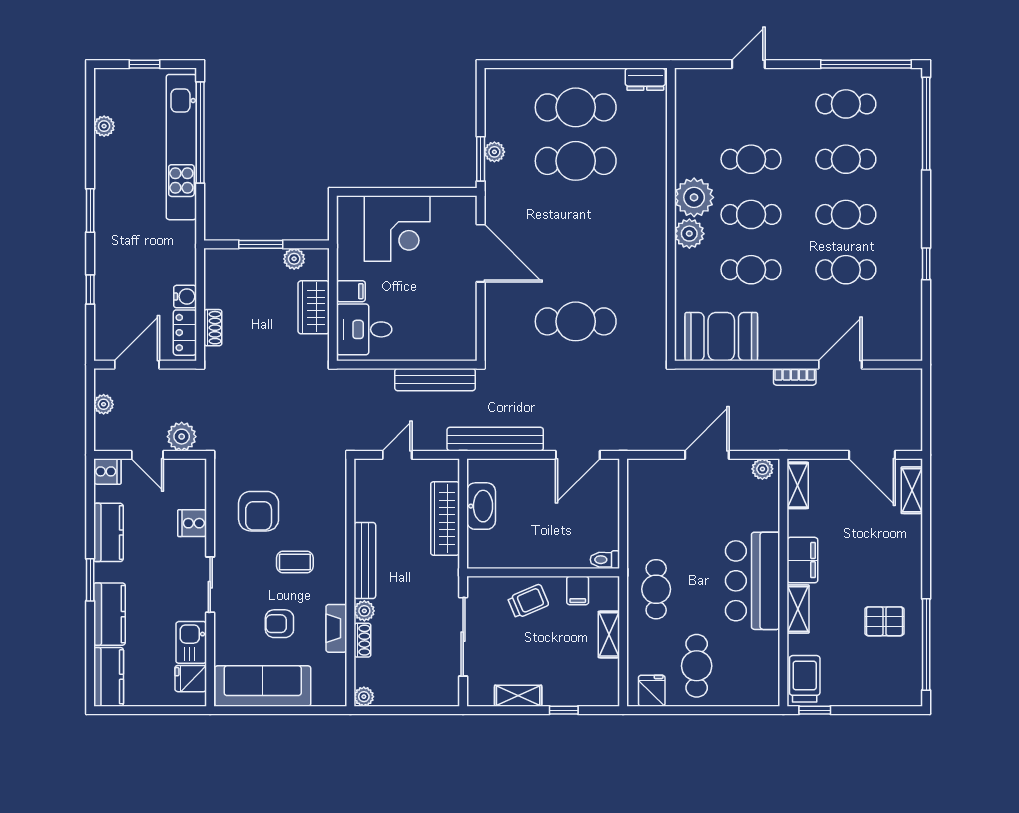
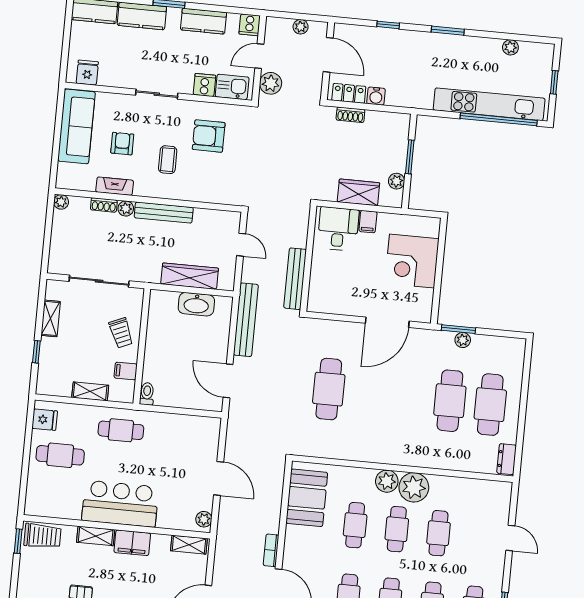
kitchen sink: (191, 642) -> (232, 87), moved

